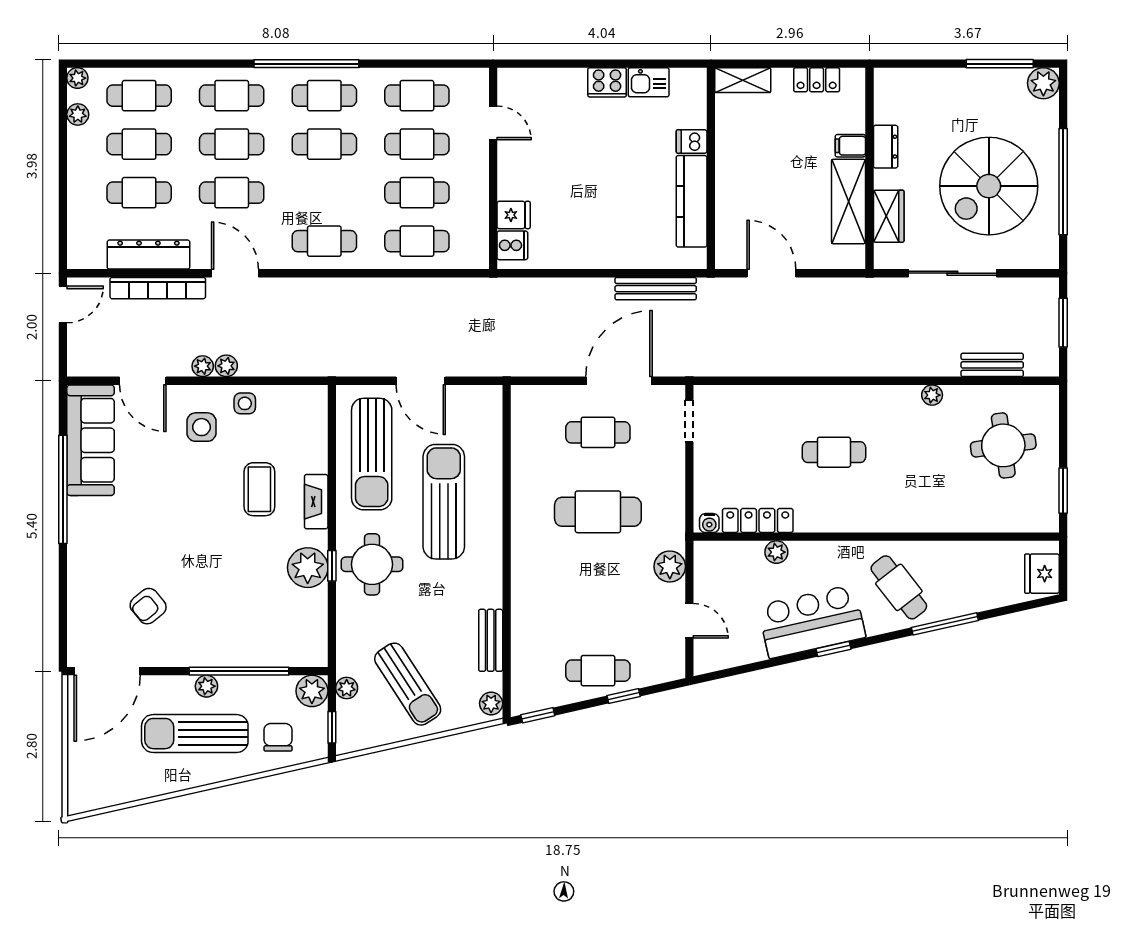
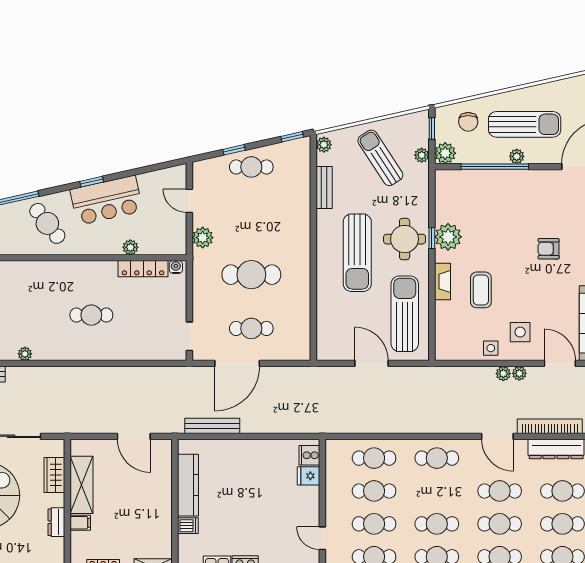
sun lounger: (444, 502) -> (357, 253), moved
armchair: (148, 606) -> (549, 249), moved, turned -141

